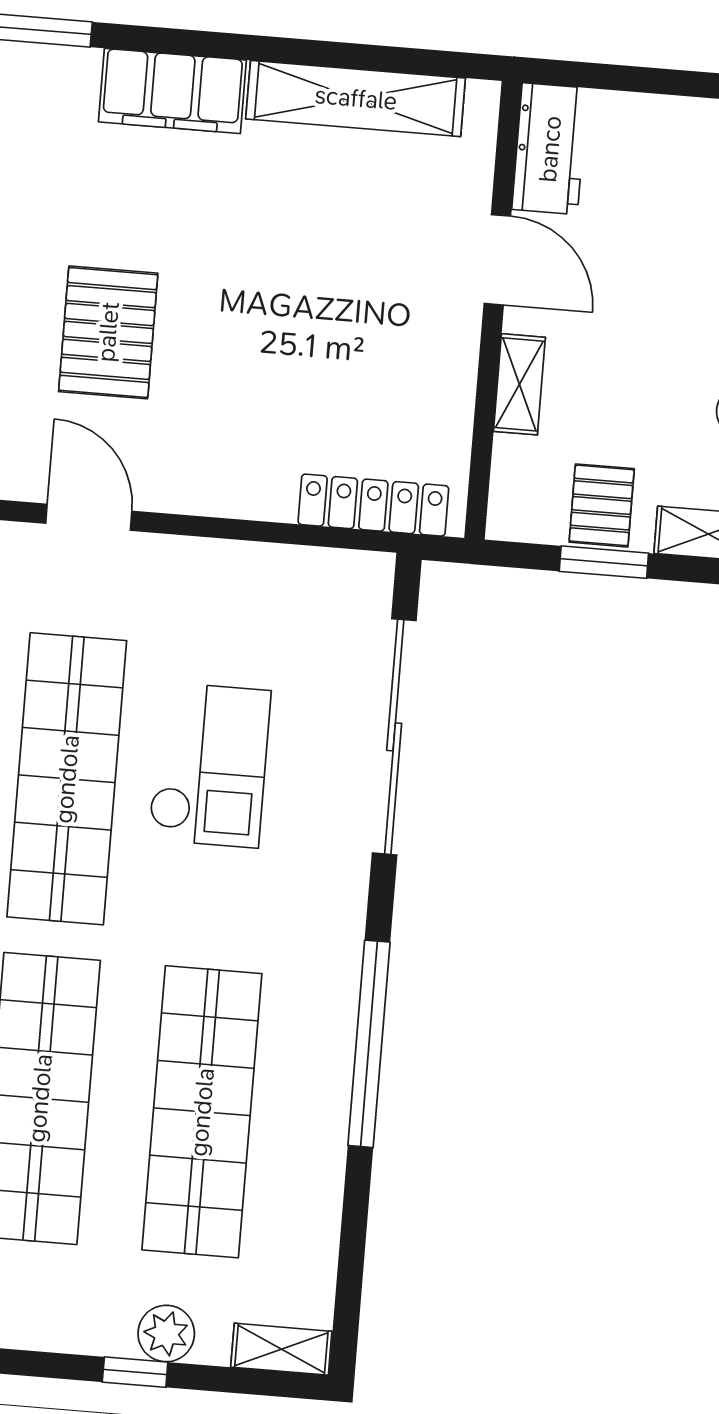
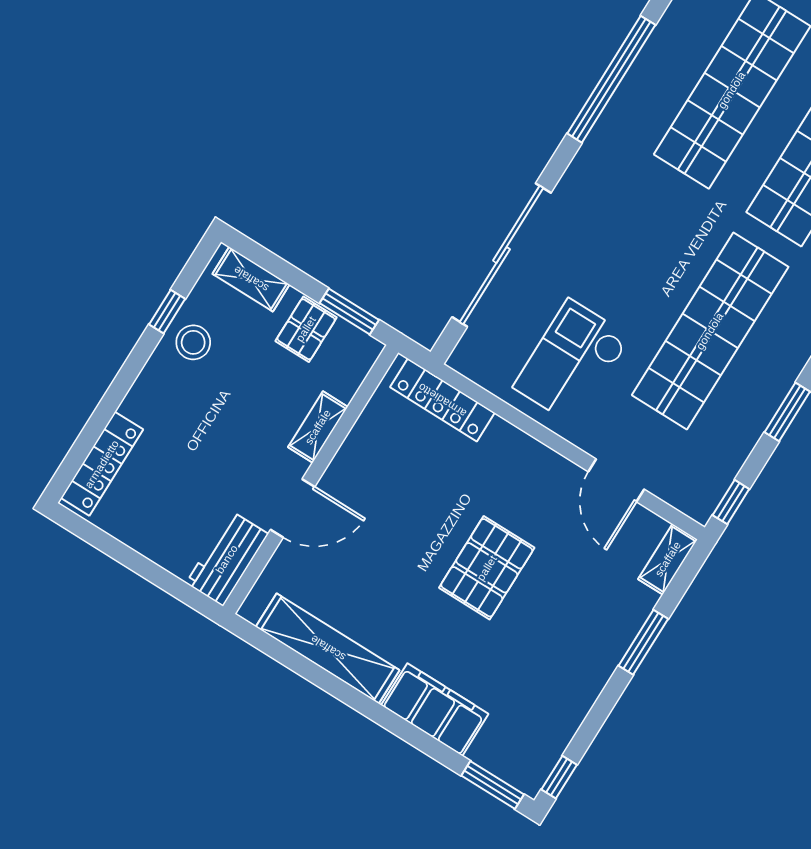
door: (497, 260) -> (293, 508), swing flipped
pallet: (108, 332) -> (487, 568), moved
window: (604, 562) -> (349, 312), moved
checkout: (210, 765) -> (572, 362), moved

